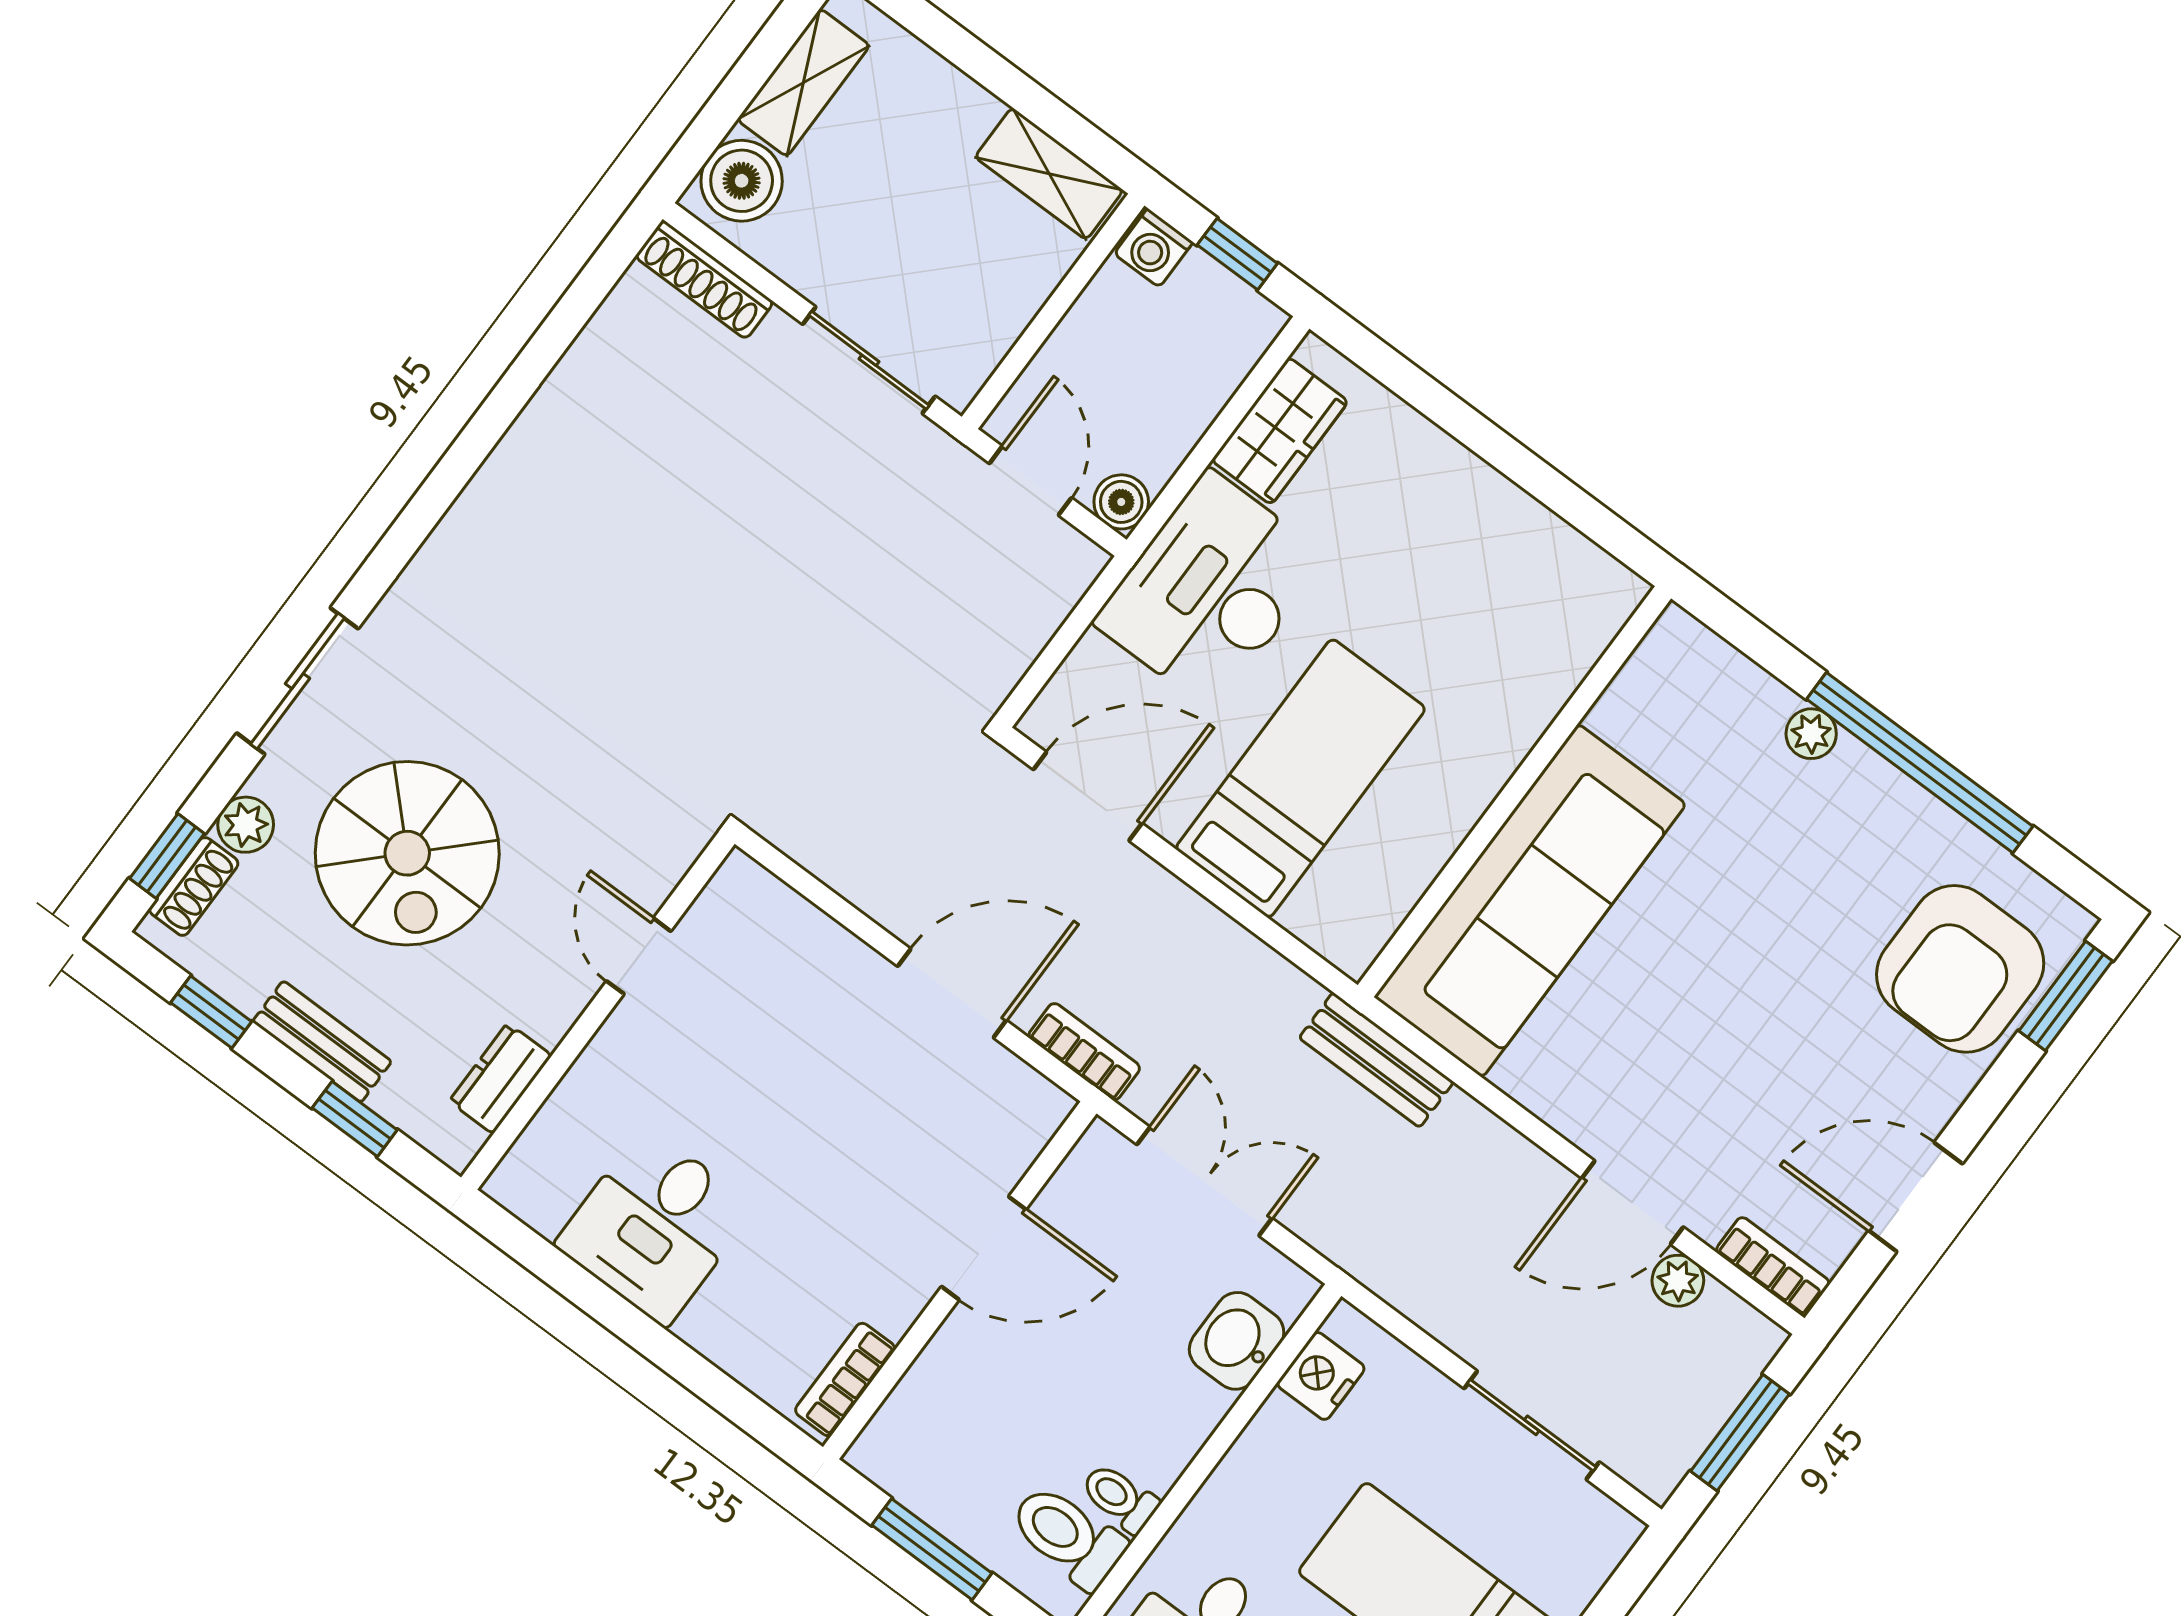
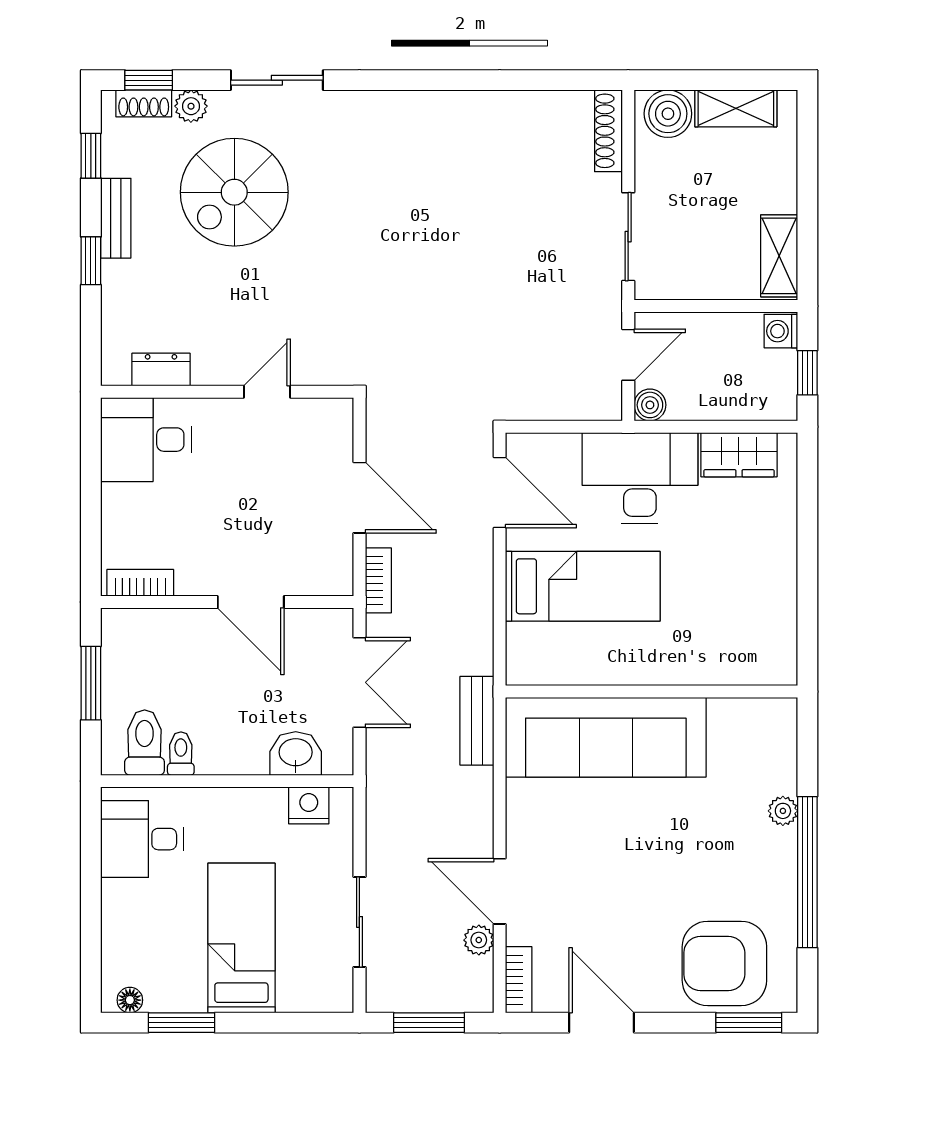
door: (639, 956) -> (267, 392), moved
wall: (598, 1011) -> (227, 392), moved
dresser: (500, 1078) -> (161, 370), moved

